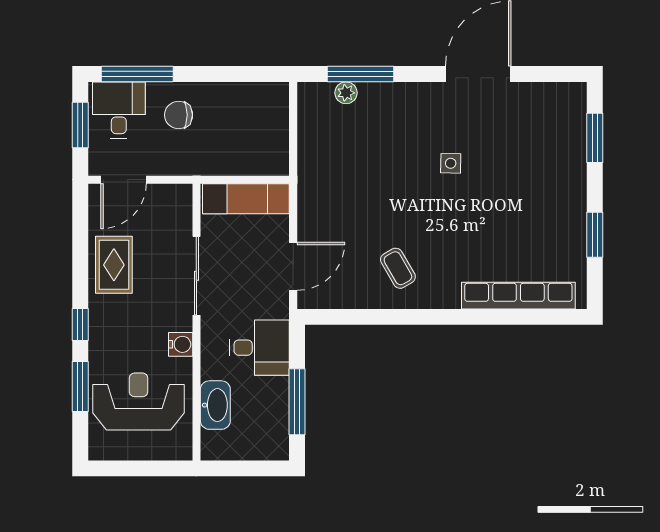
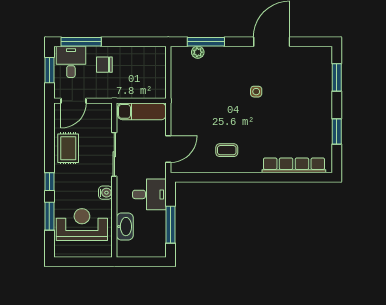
coffee table: (398, 268) -> (227, 150), turned -60

